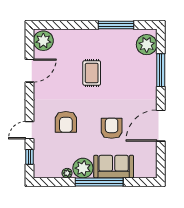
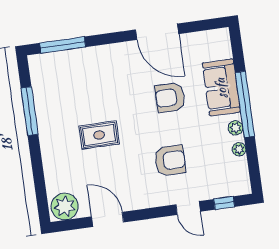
plant: (147, 45) -> (50, 66), removed
window: (161, 70) -> (63, 45), moved
plant: (83, 168) -> (235, 128), width x0.53, depth x0.53

